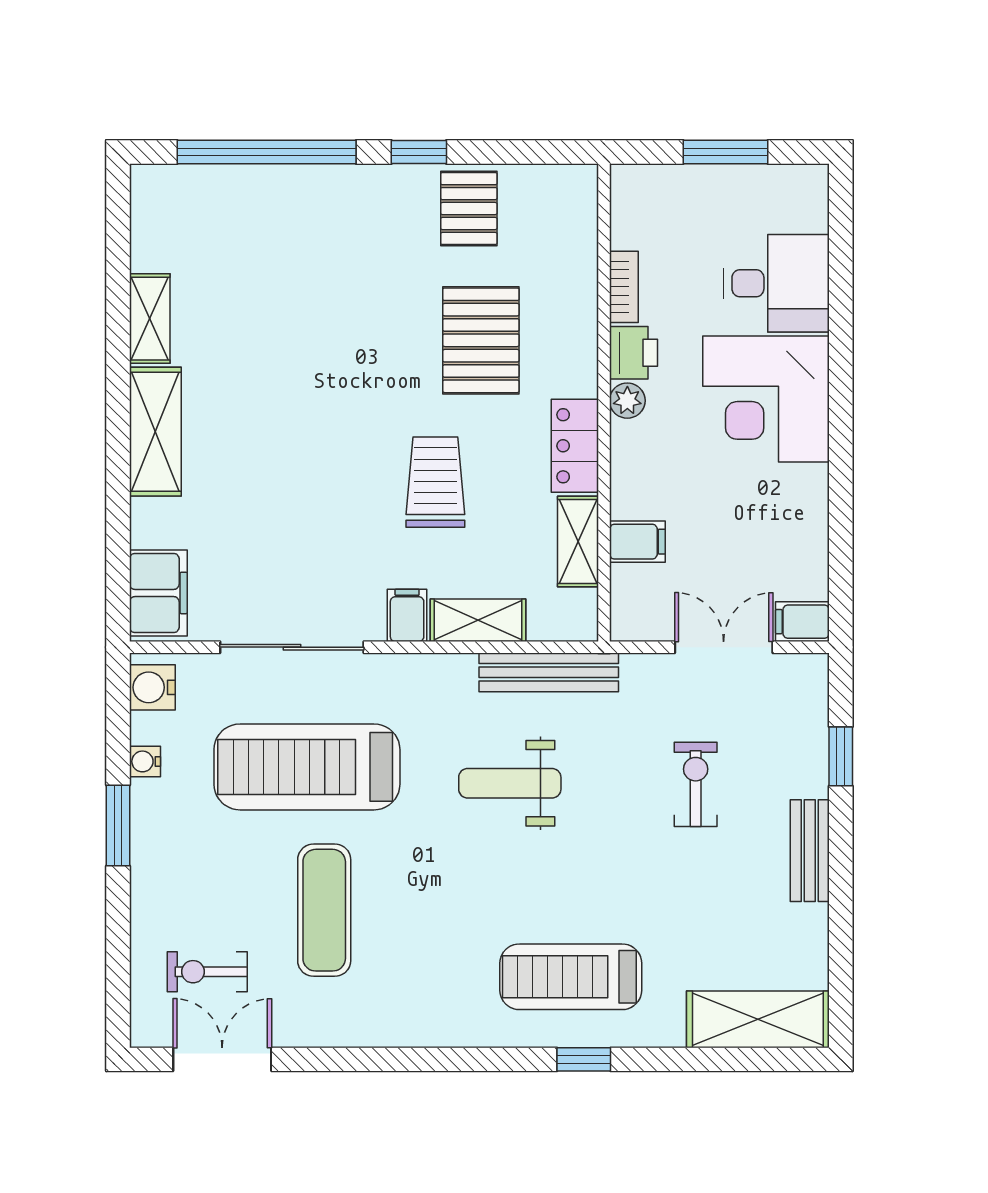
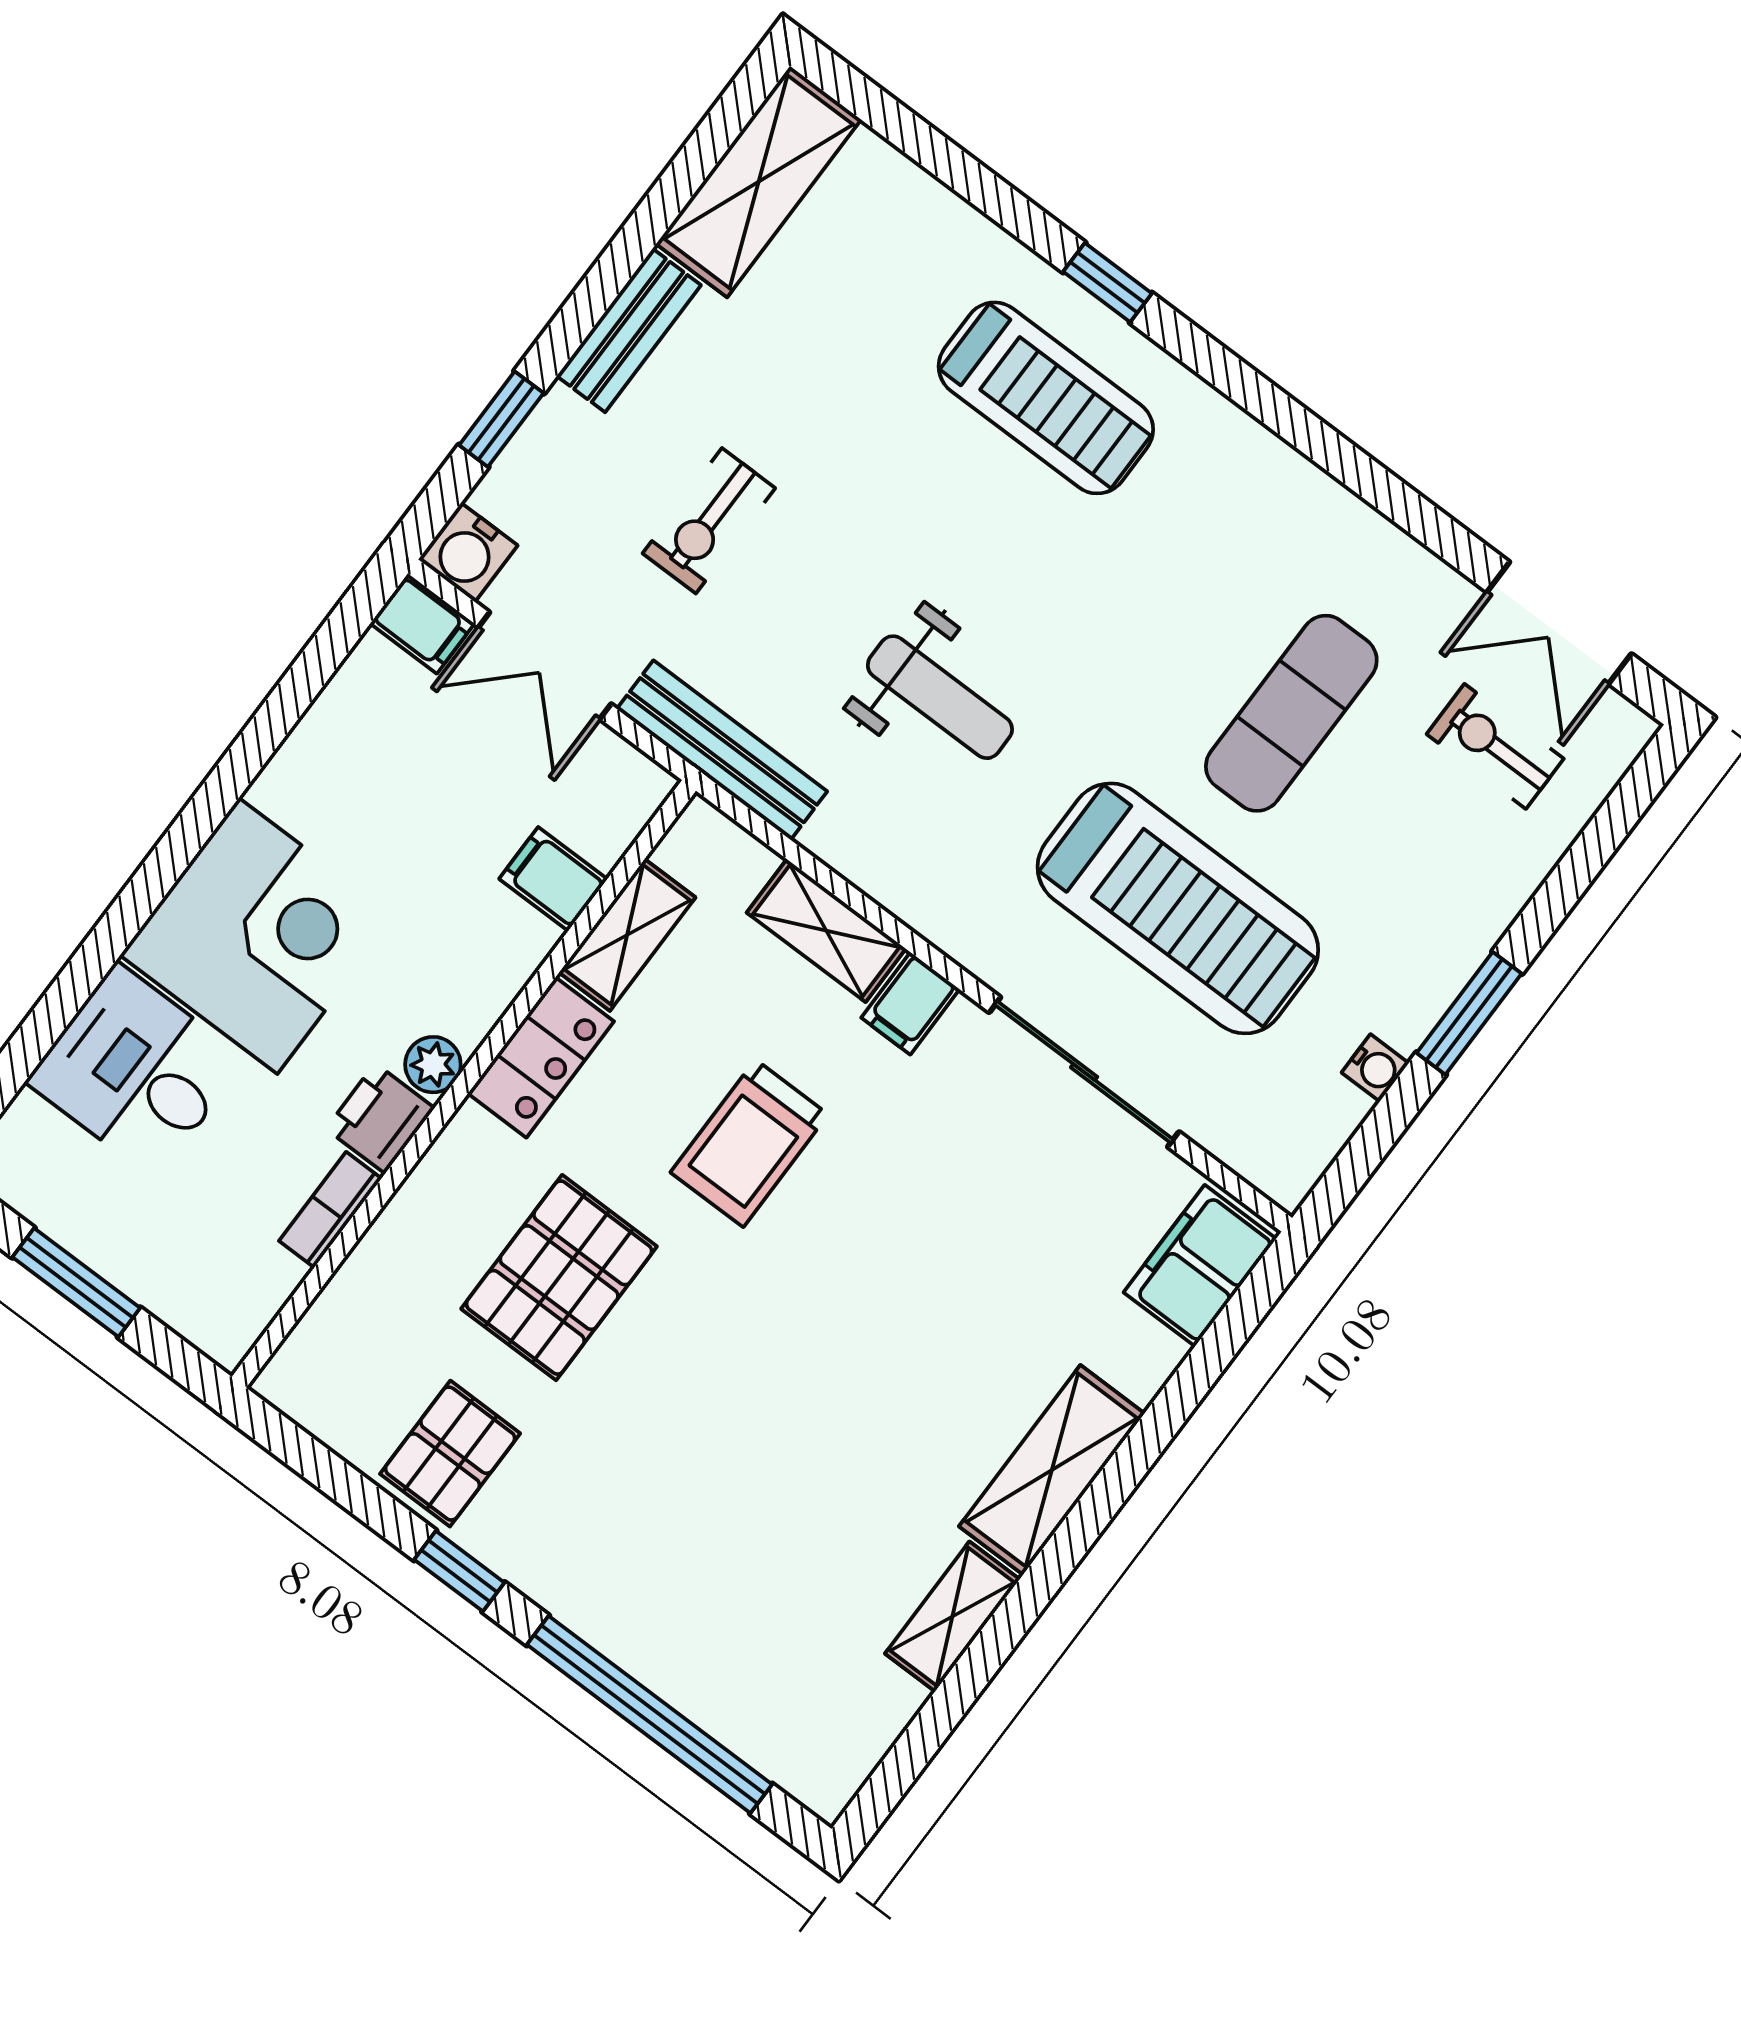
bench: (549, 672) -> (722, 750), moved
water cooler: (152, 687) -> (468, 552), moved, turned 90
exercise bike: (207, 972) -> (1495, 746), turned 180
shelving: (758, 1019) -> (759, 182), moved, turned 90

